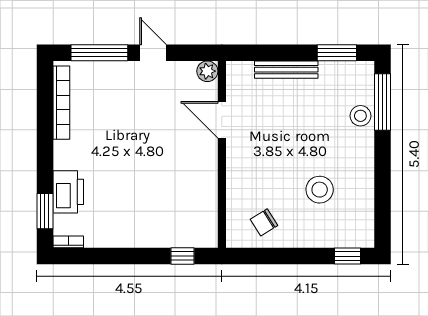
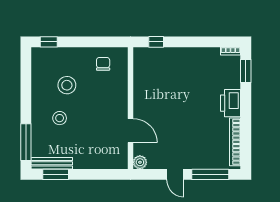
bench: (286, 70) -> (52, 163), moved
stool: (360, 116) -> (60, 118), moved
printer: (68, 192) -> (230, 103), moved
chair: (264, 222) -> (103, 64), turned -58

